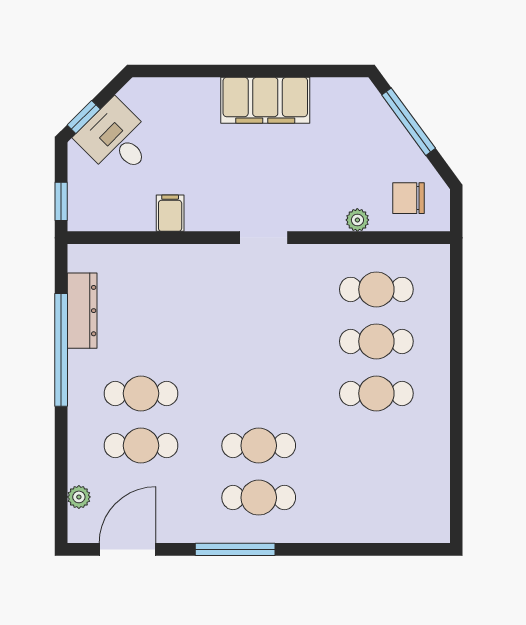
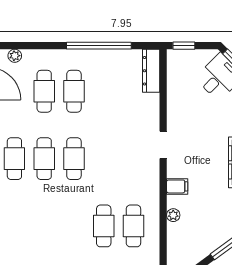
chair: (408, 198) -> (186, 244), removed
filing cabinet: (170, 213) -> (177, 186), moved
doorway: (264, 238) -> (163, 145), moved
dresser: (82, 311) -> (151, 71), moved, turned 90
cafe table: (376, 393) -> (74, 159), moved

